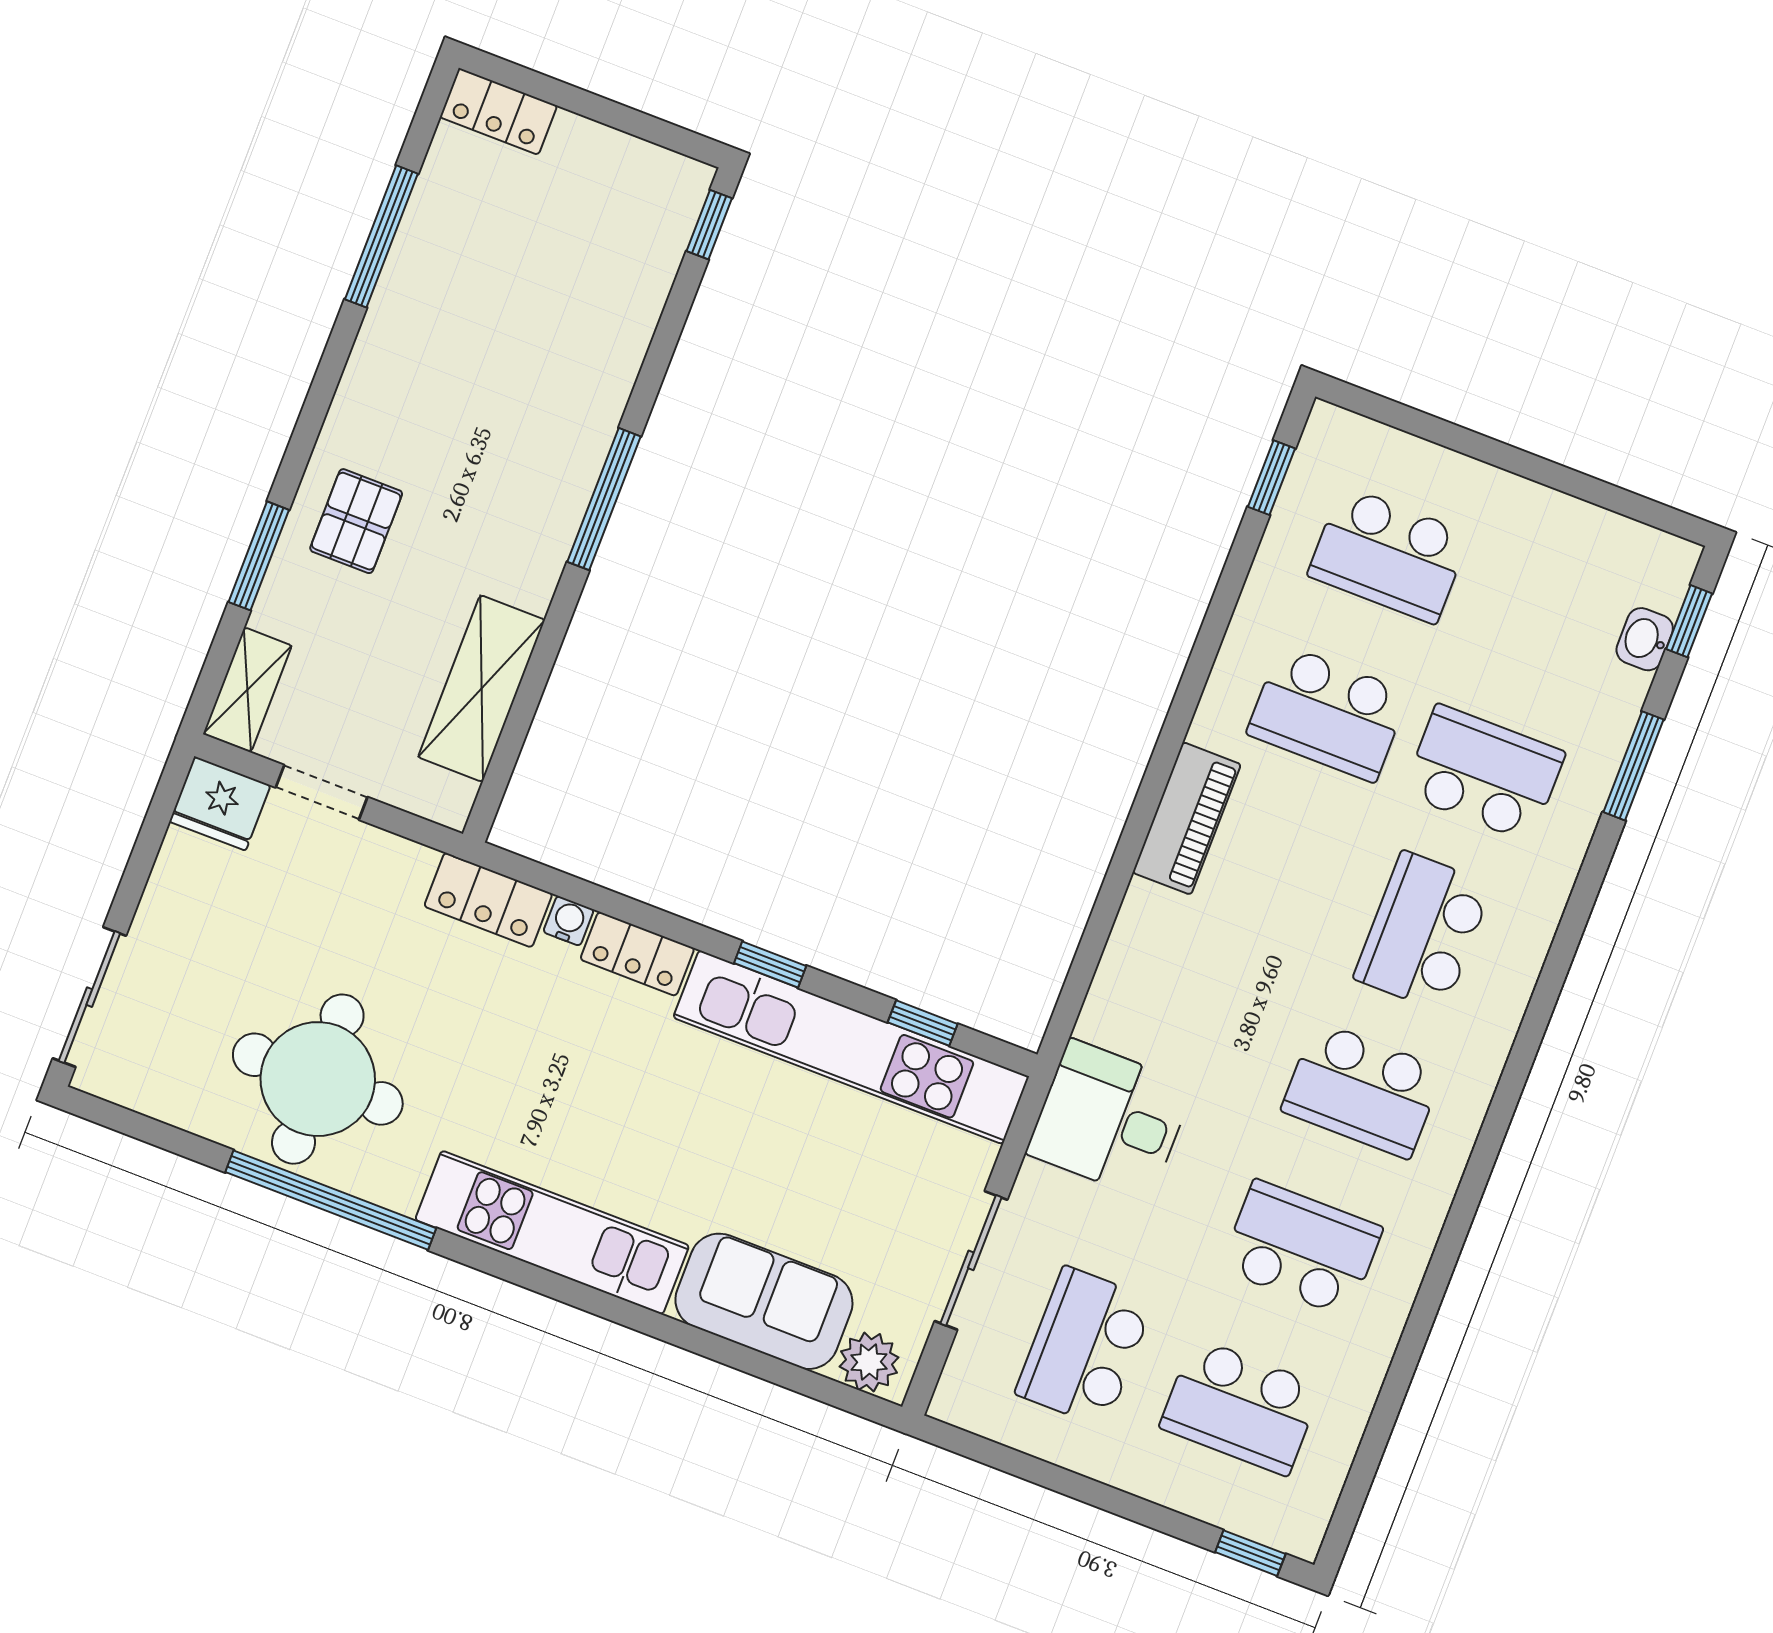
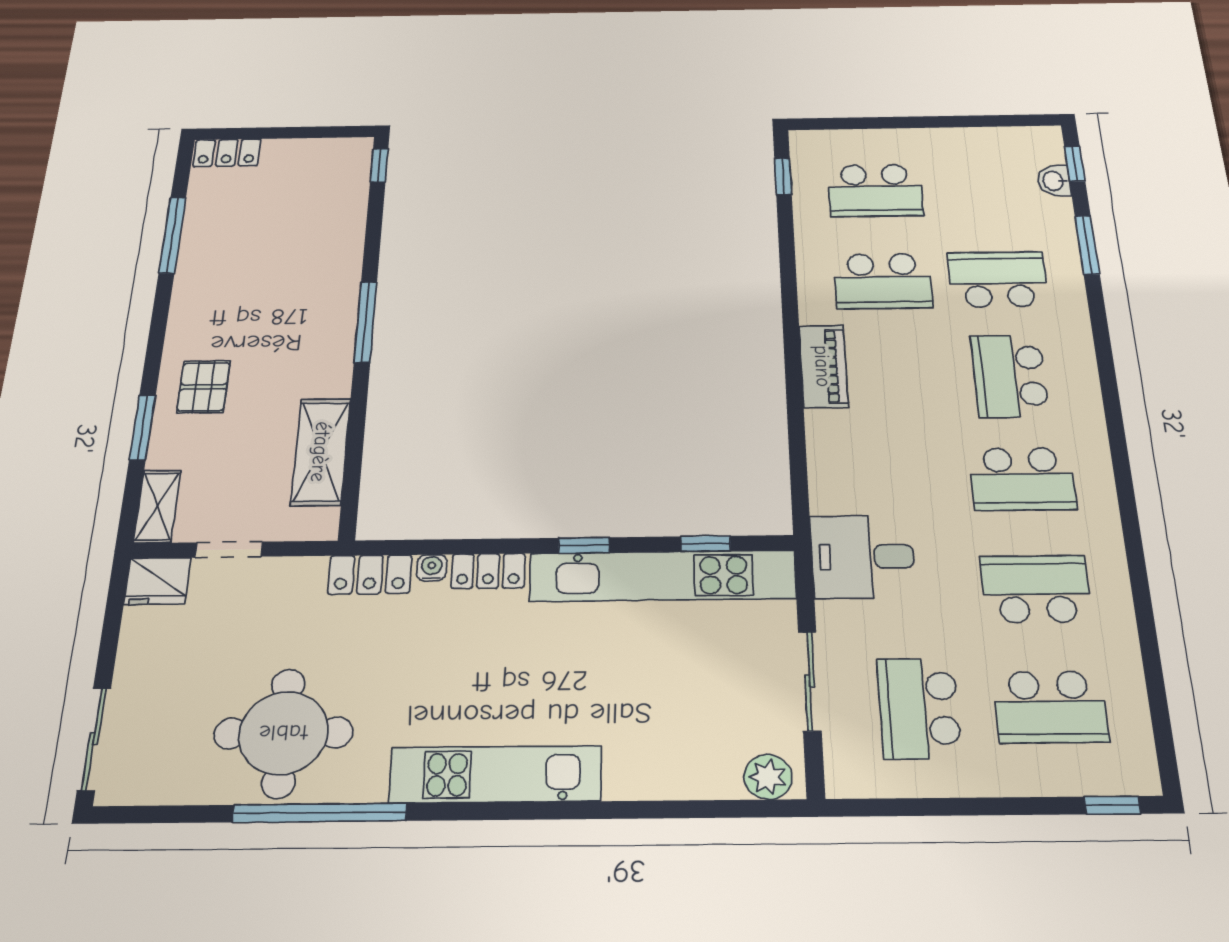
sofa: (764, 1301) -> (672, 764), removed

